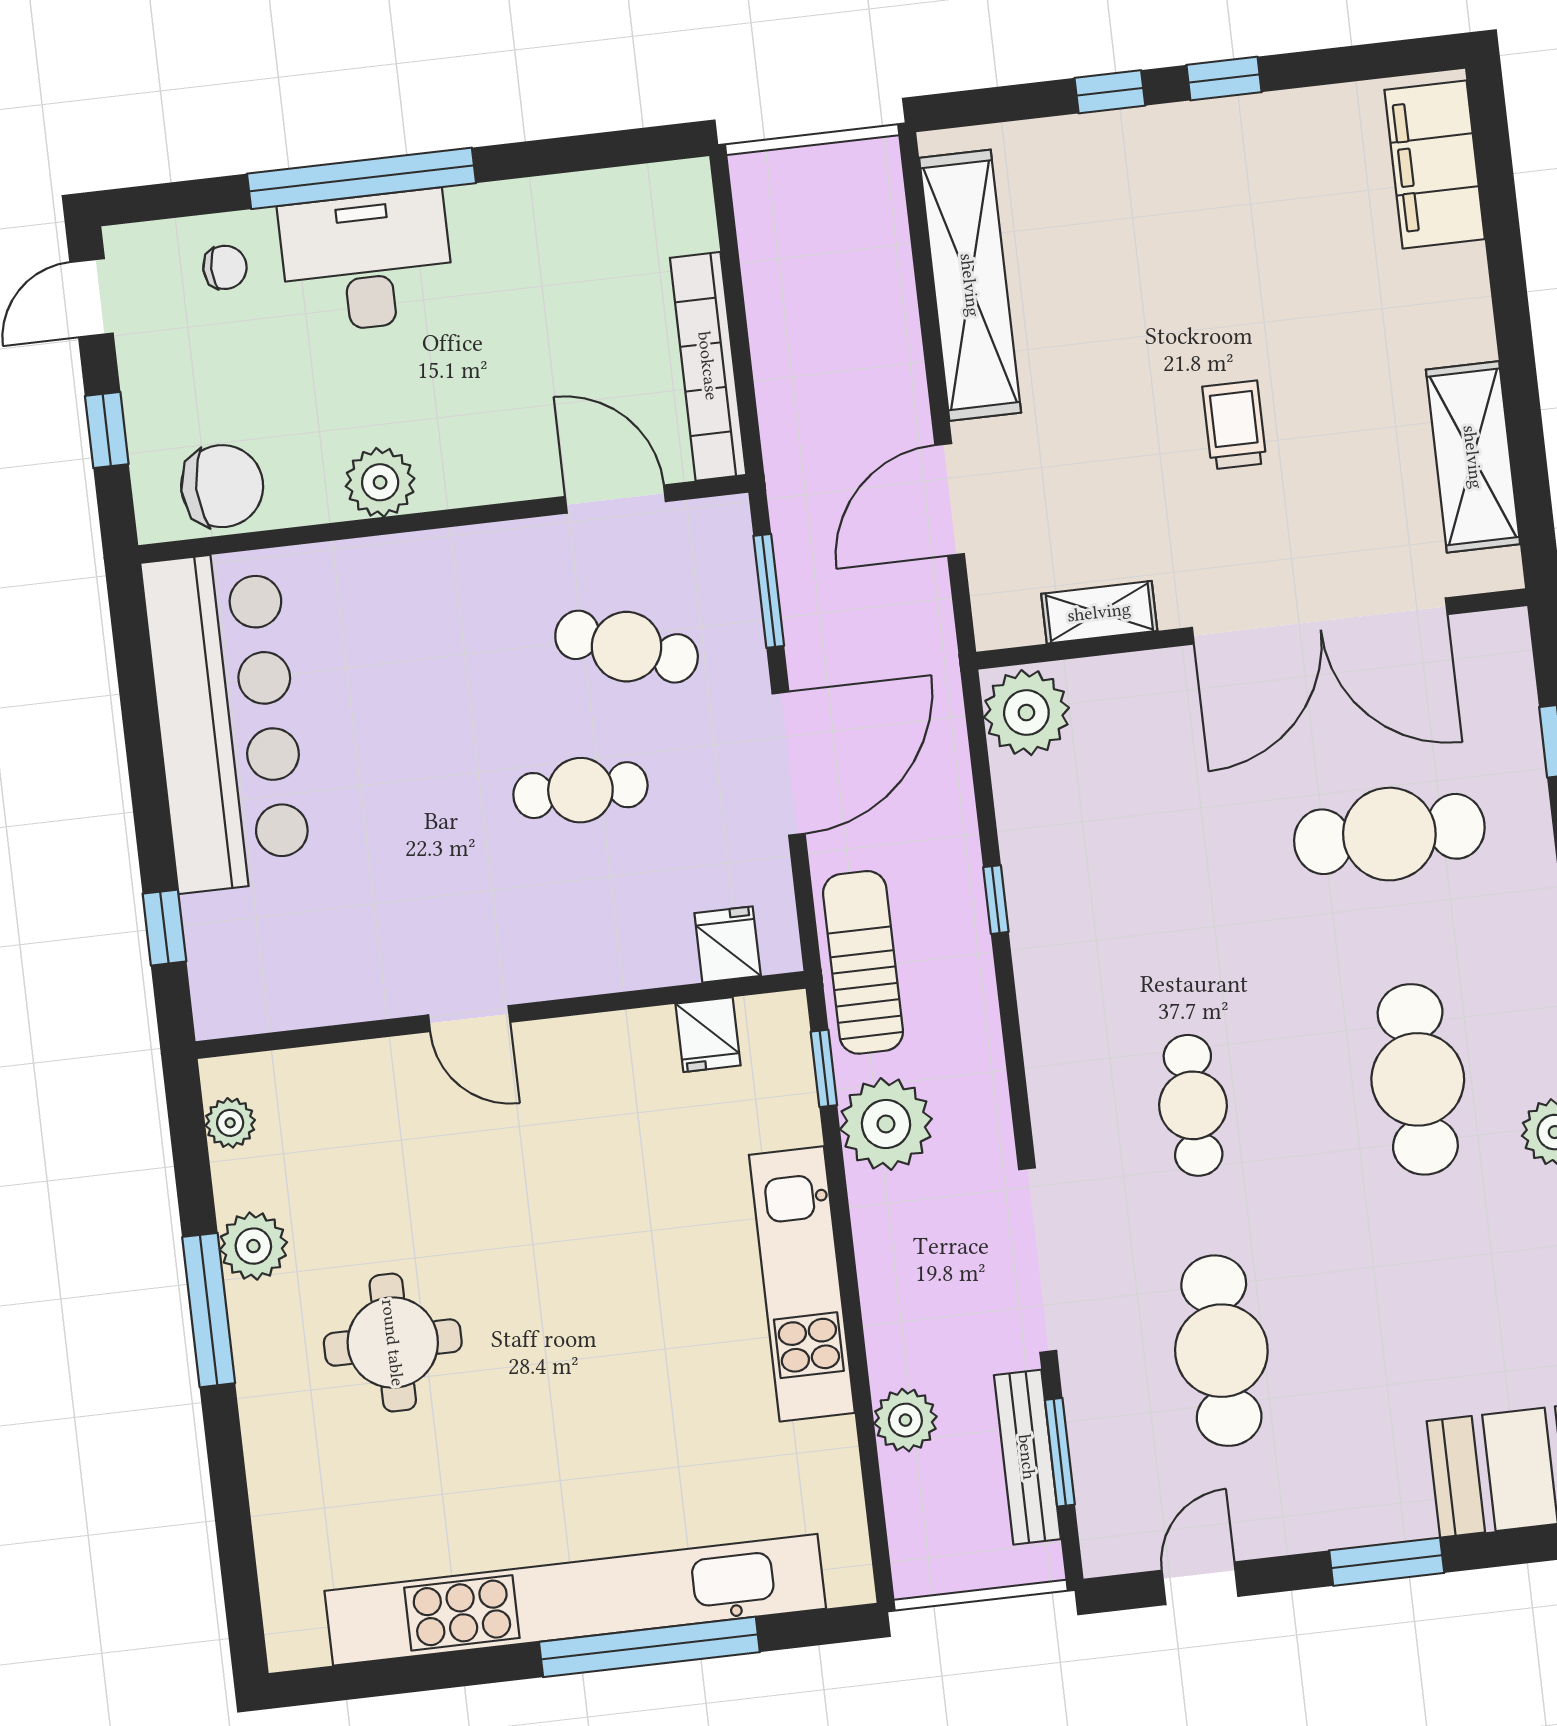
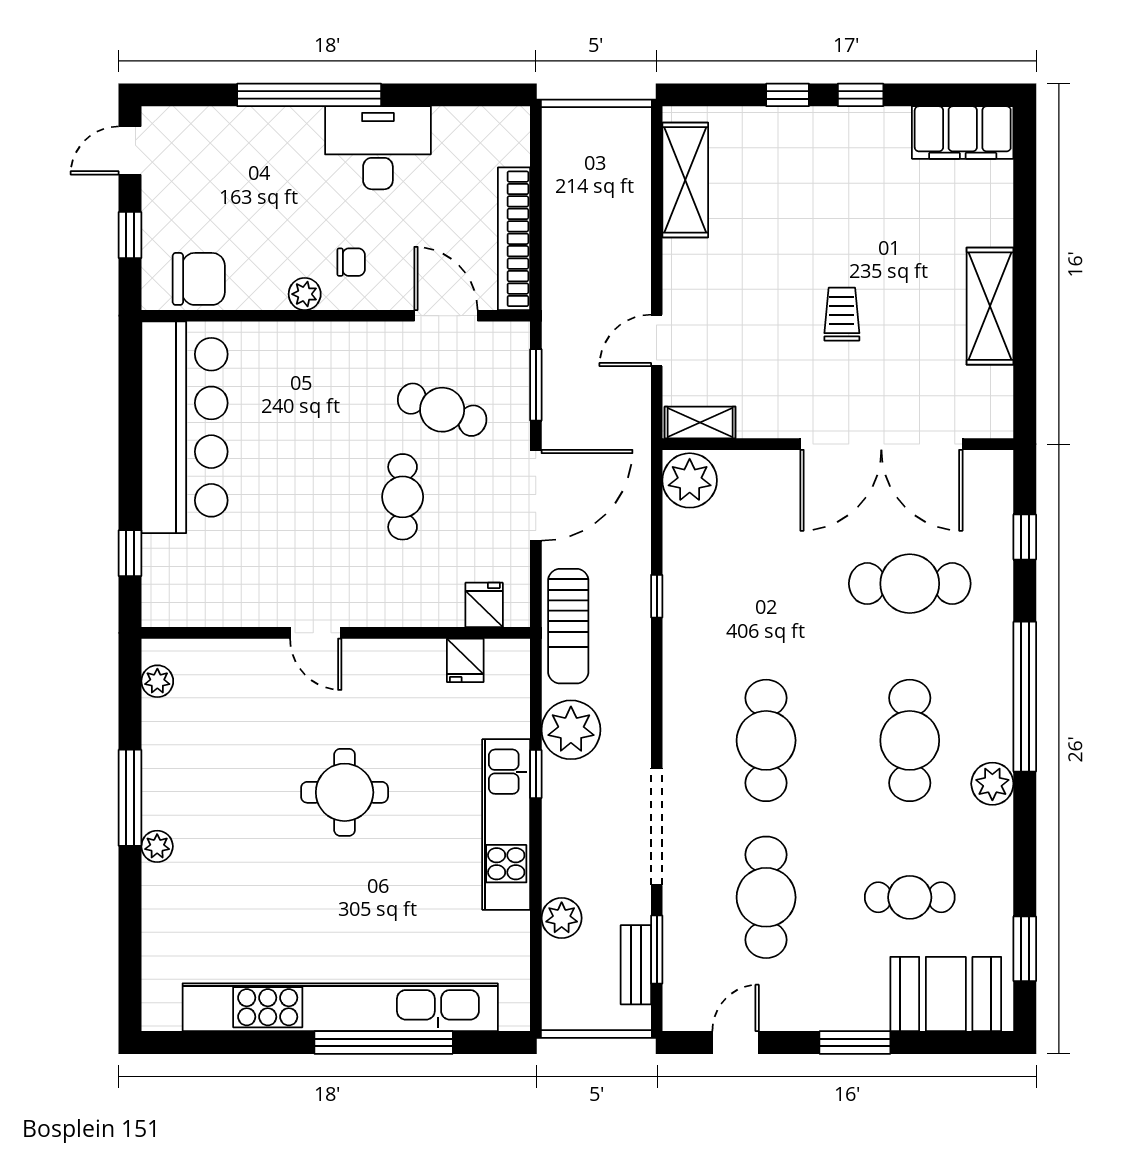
filing cabinet: (1435, 164) -> (963, 133), moved, turned -90
desk: (367, 262) -> (378, 148), moved
chair: (225, 267) -> (351, 262), moved
shelving: (970, 285) -> (685, 180), width x0.68
shelving: (1473, 457) -> (990, 306), moved
plant: (380, 482) -> (305, 294), width x0.73, depth x0.73
door: (950, 500) -> (657, 340), width x0.73
shelving: (1099, 612) -> (700, 423), moved
cafe table: (580, 790) -> (403, 497), turned 90
sun lounger: (863, 962) -> (568, 626), turned 180
window: (824, 1068) -> (536, 774), moved
cafe table: (1193, 1105) -> (766, 740), width x1.37, depth x1.35
plant: (253, 1246) -> (157, 846), moved, width x0.73, depth x0.73
cafe table: (1446, 1325) -> (910, 897), added
round table: (393, 1343) -> (345, 792), moved
bench: (1027, 1457) -> (636, 965), width x0.73

